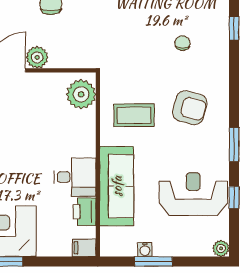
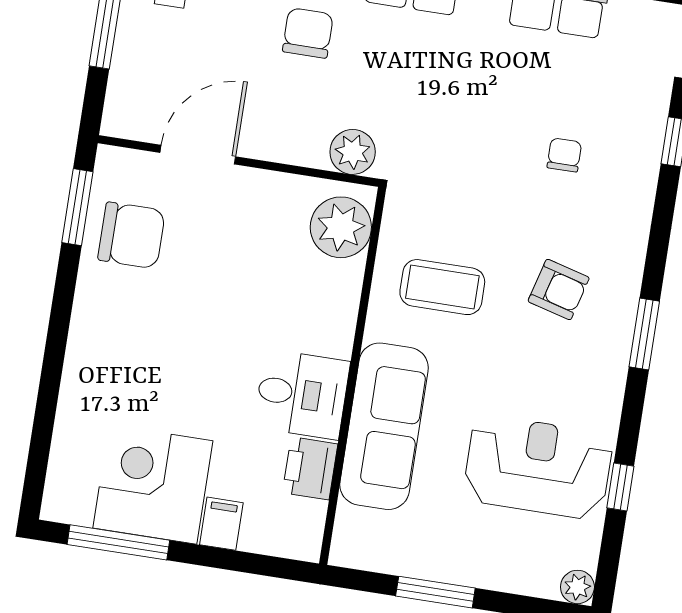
plant: (37, 57) -> (353, 152), moved
armchair: (190, 108) -> (559, 290), width x0.72, depth x0.72
window: (234, 145) -> (644, 334), moved
filing cabinet: (84, 248) -> (221, 524), moved, turned 90
water cooler: (145, 249) -> (422, 565), removed

